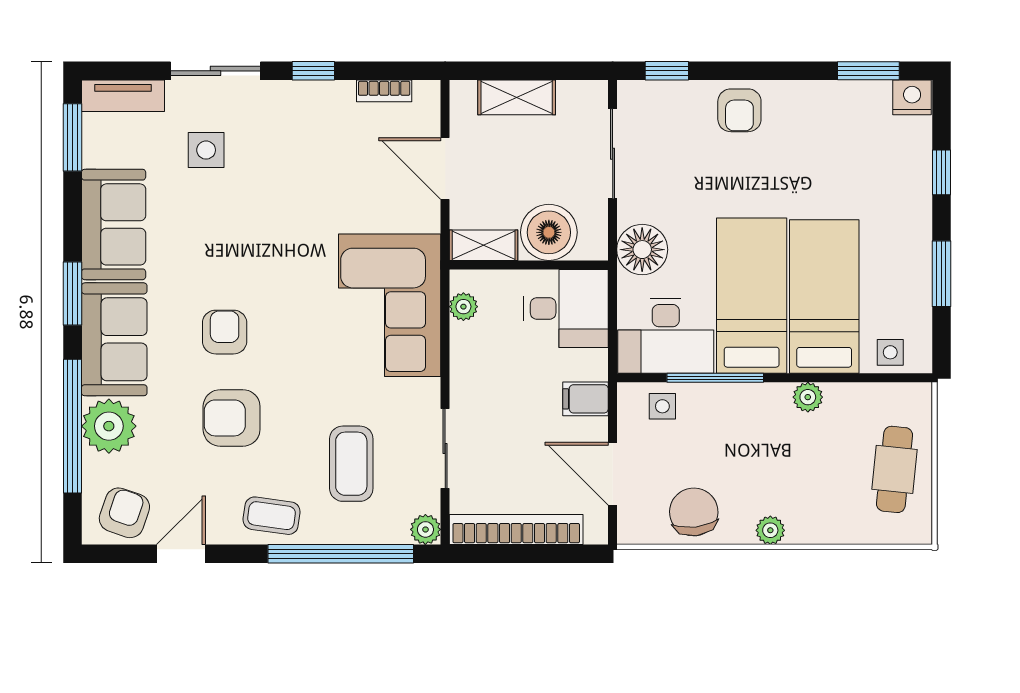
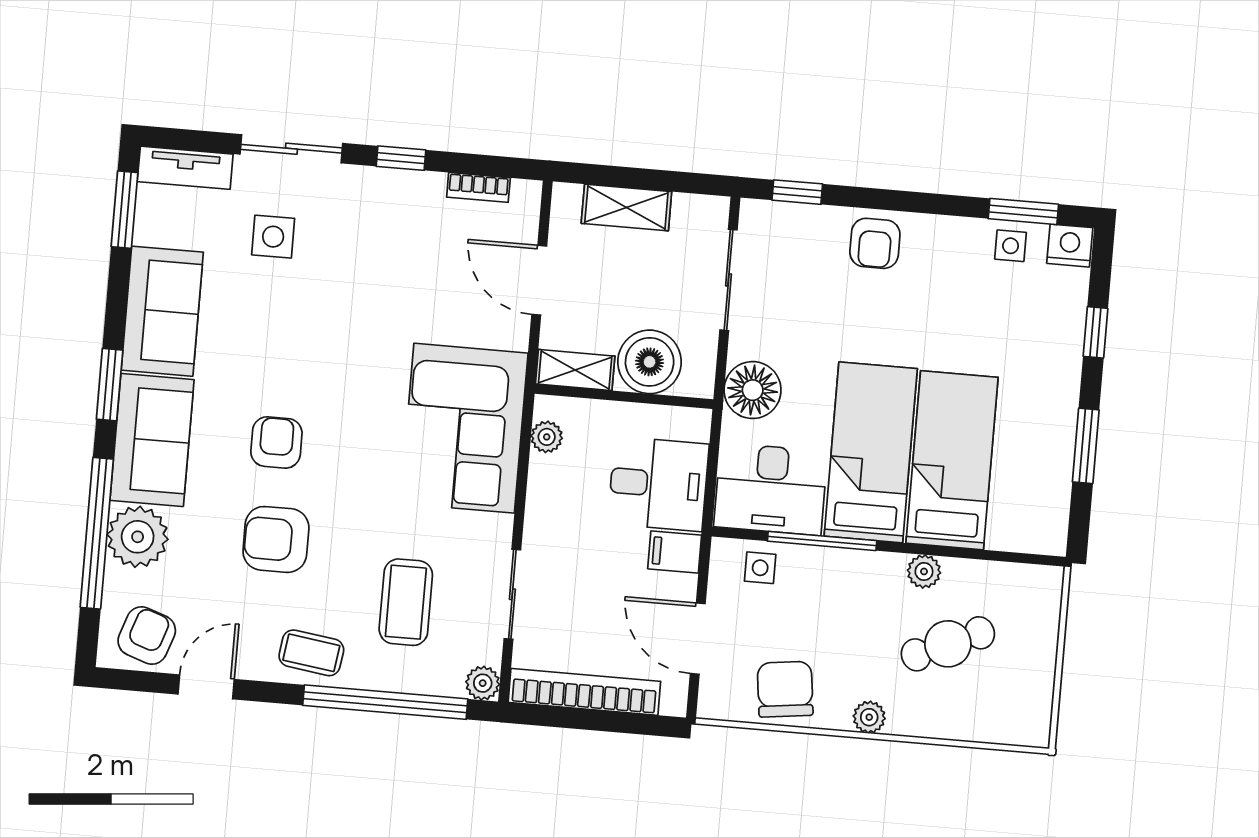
desk: (566, 308) -> (658, 484), moved
side table: (890, 352) -> (1011, 246), moved
cafe table: (895, 469) -> (948, 644), moved, turned 60

